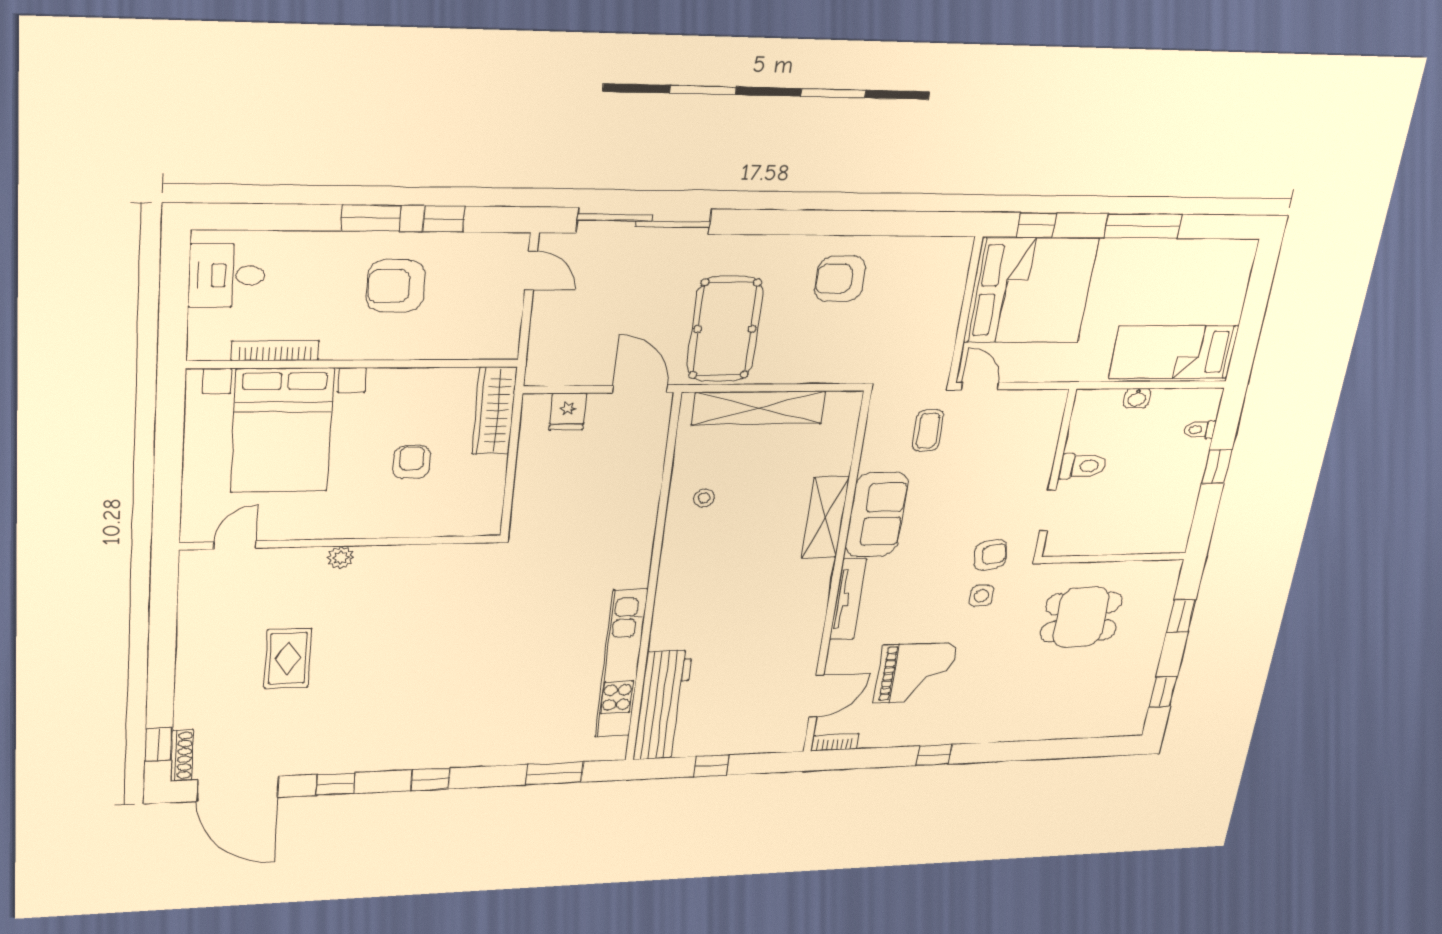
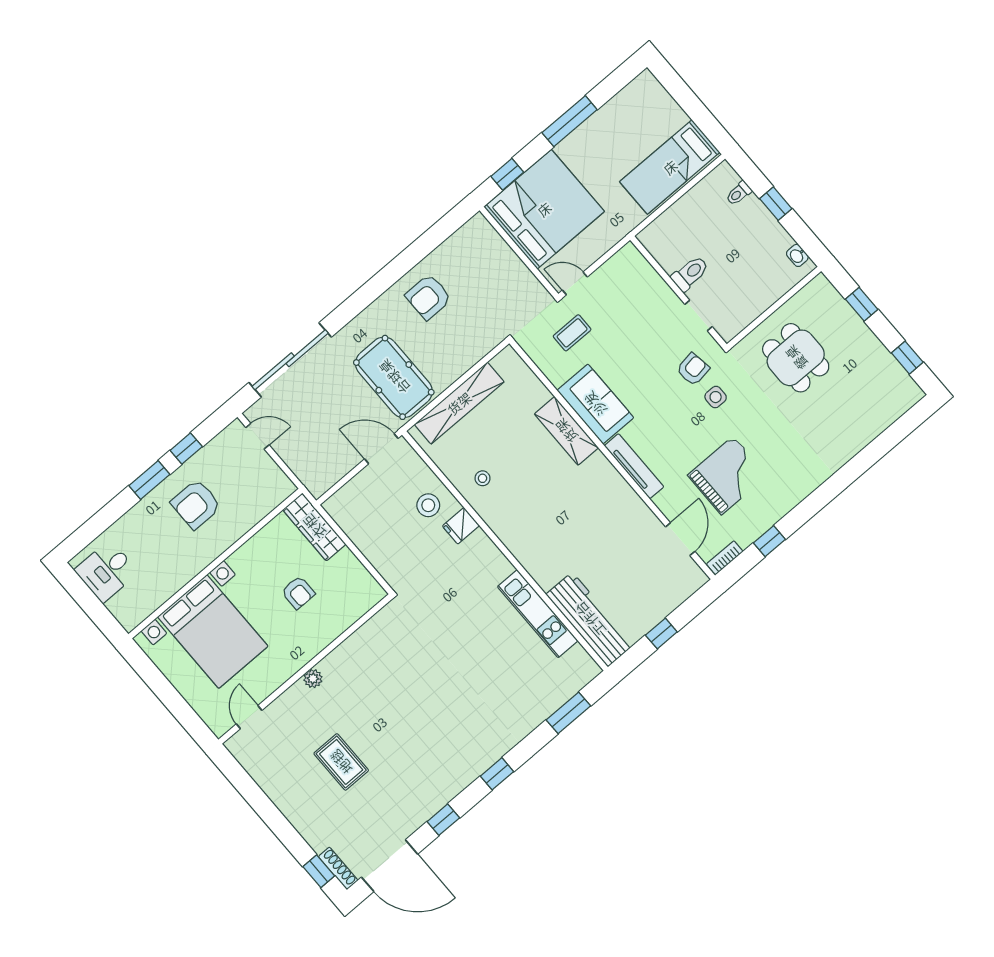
bookcase: (275, 351) -> (168, 591), removed
washbasin: (1137, 398) -> (797, 255), moved, turned 90
fridge: (568, 411) -> (461, 526), moved, turned 90
coffee table: (928, 431) -> (572, 333), turned 90
armchair: (412, 462) -> (298, 593), turned 180
stool: (627, 481) -> (428, 505), added
dining table: (1081, 617) -> (796, 358), turned 90
kitchen unit: (621, 664) -> (538, 614), width x0.73
window: (934, 755) -> (769, 541), moved

